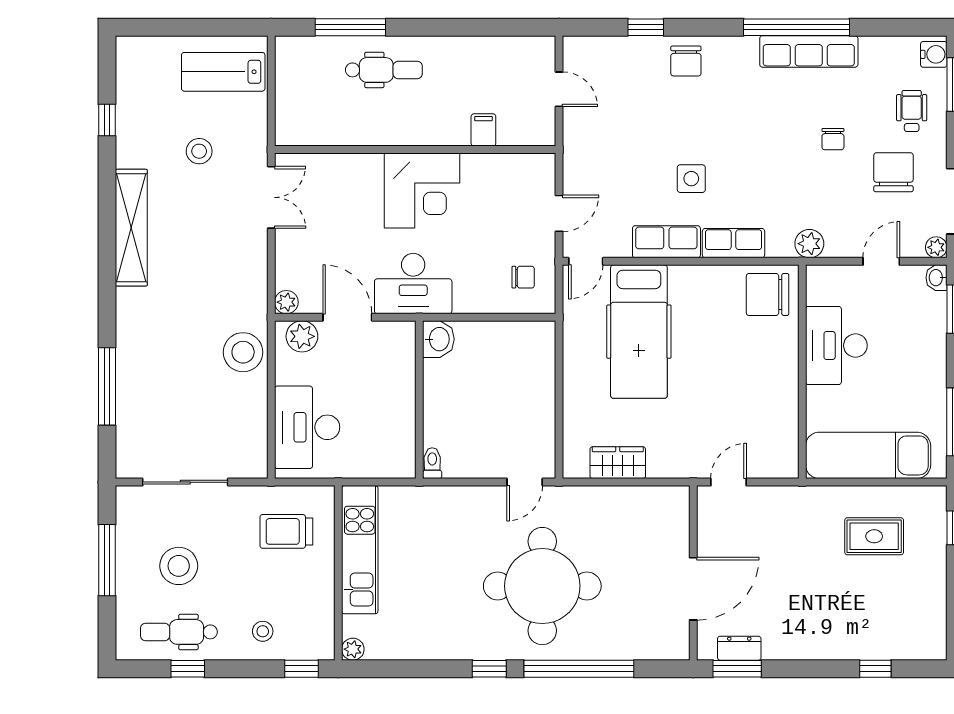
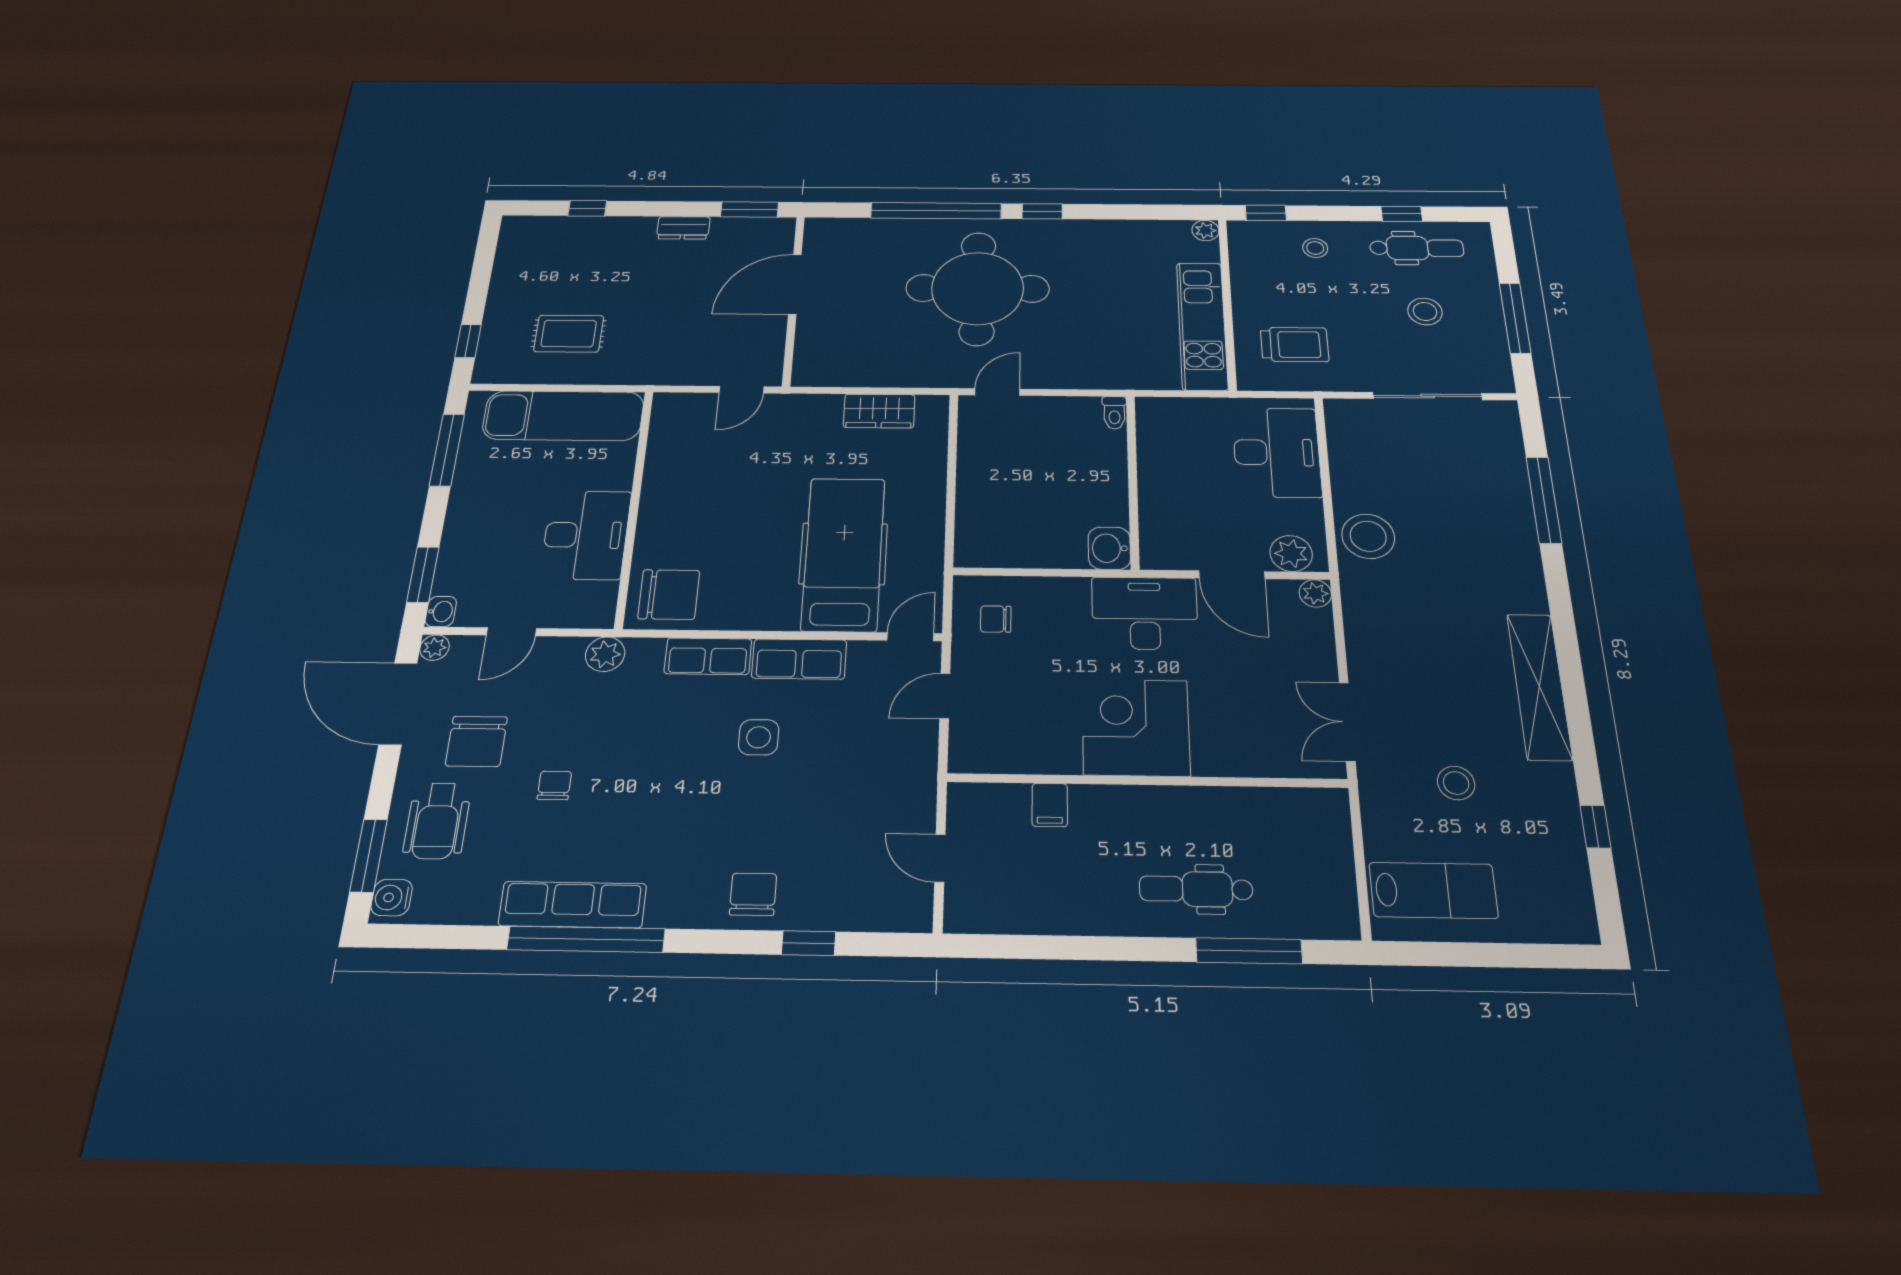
wheelchair: (912, 111) -> (437, 821), width x1.36, depth x1.37
stool: (179, 566) -> (1425, 311), width x0.73, depth x0.73
dresser: (739, 648) -> (683, 228), moved

